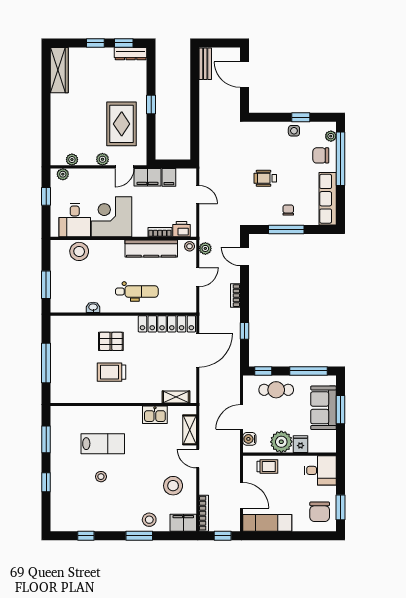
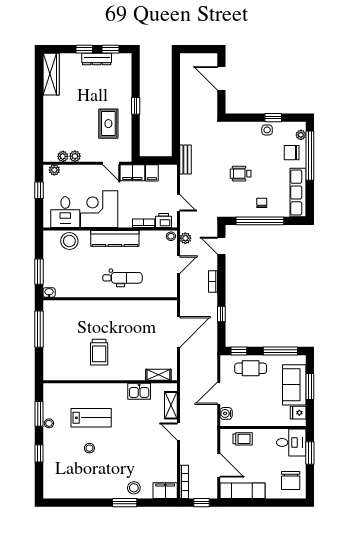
dresser: (131, 54) -> (97, 59), moved
bench: (205, 64) -> (185, 159), moved
rug: (122, 124) -> (108, 124), width x0.73, depth x0.70
plant: (102, 159) -> (75, 156), moved
door: (125, 167) -> (111, 163), hinge flipped
door: (198, 194) -> (178, 203), moved
window: (286, 230) -> (260, 221), width x1.46
kitchen counter: (151, 248) -> (115, 238), moved
washbasin: (93, 307) -> (49, 292), moved
locker: (167, 324) -> (150, 308), removed
pallet: (111, 341) -> (99, 324), removed
window: (46, 363) -> (39, 329), moved
trolley: (111, 372) -> (99, 352), turned -90
plant: (281, 442) -> (255, 416), removed
fridge: (300, 444) -> (298, 413), moved, turned -90
stool: (173, 486) -> (49, 423), moved, width x0.53, depth x0.53
window: (341, 507) -> (310, 453), moved
window: (86, 536) -> (76, 503), removed

